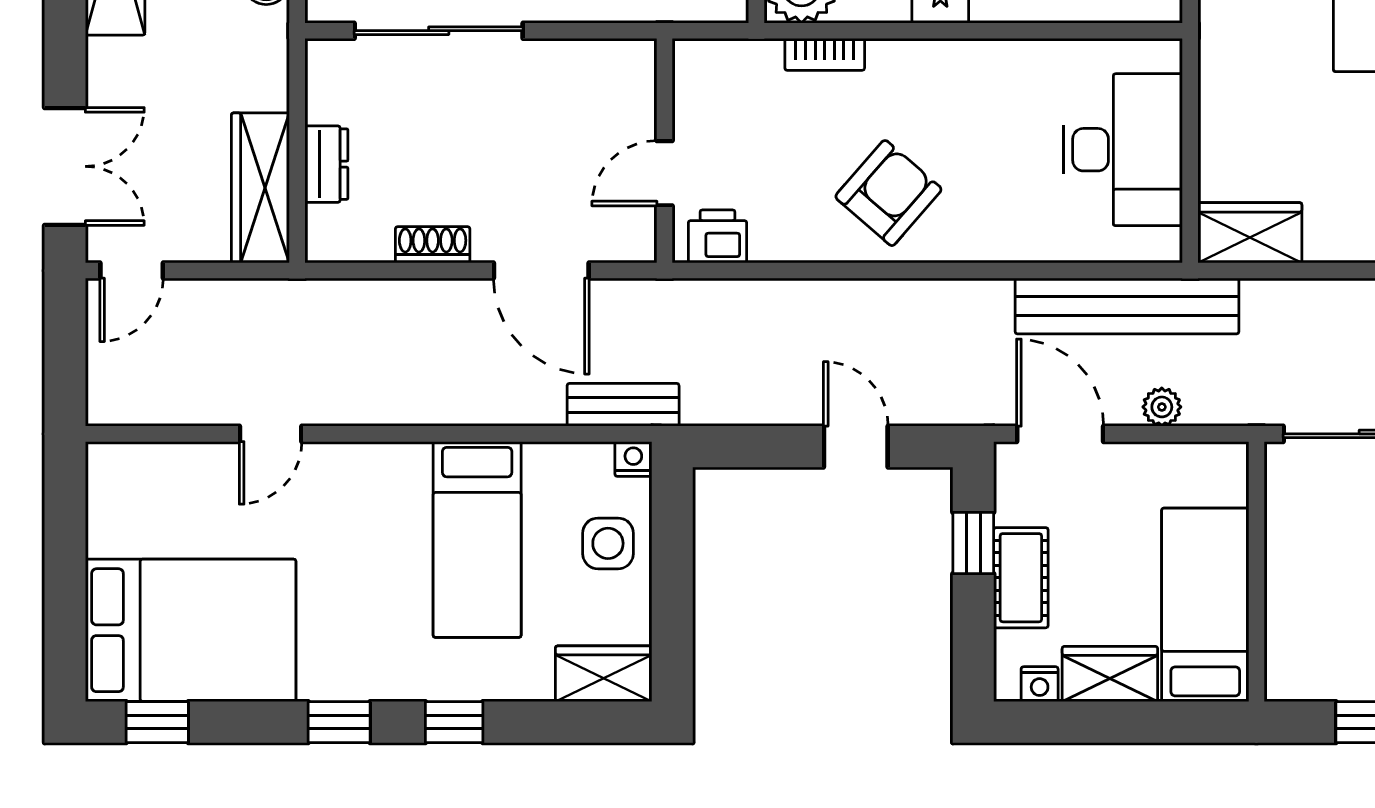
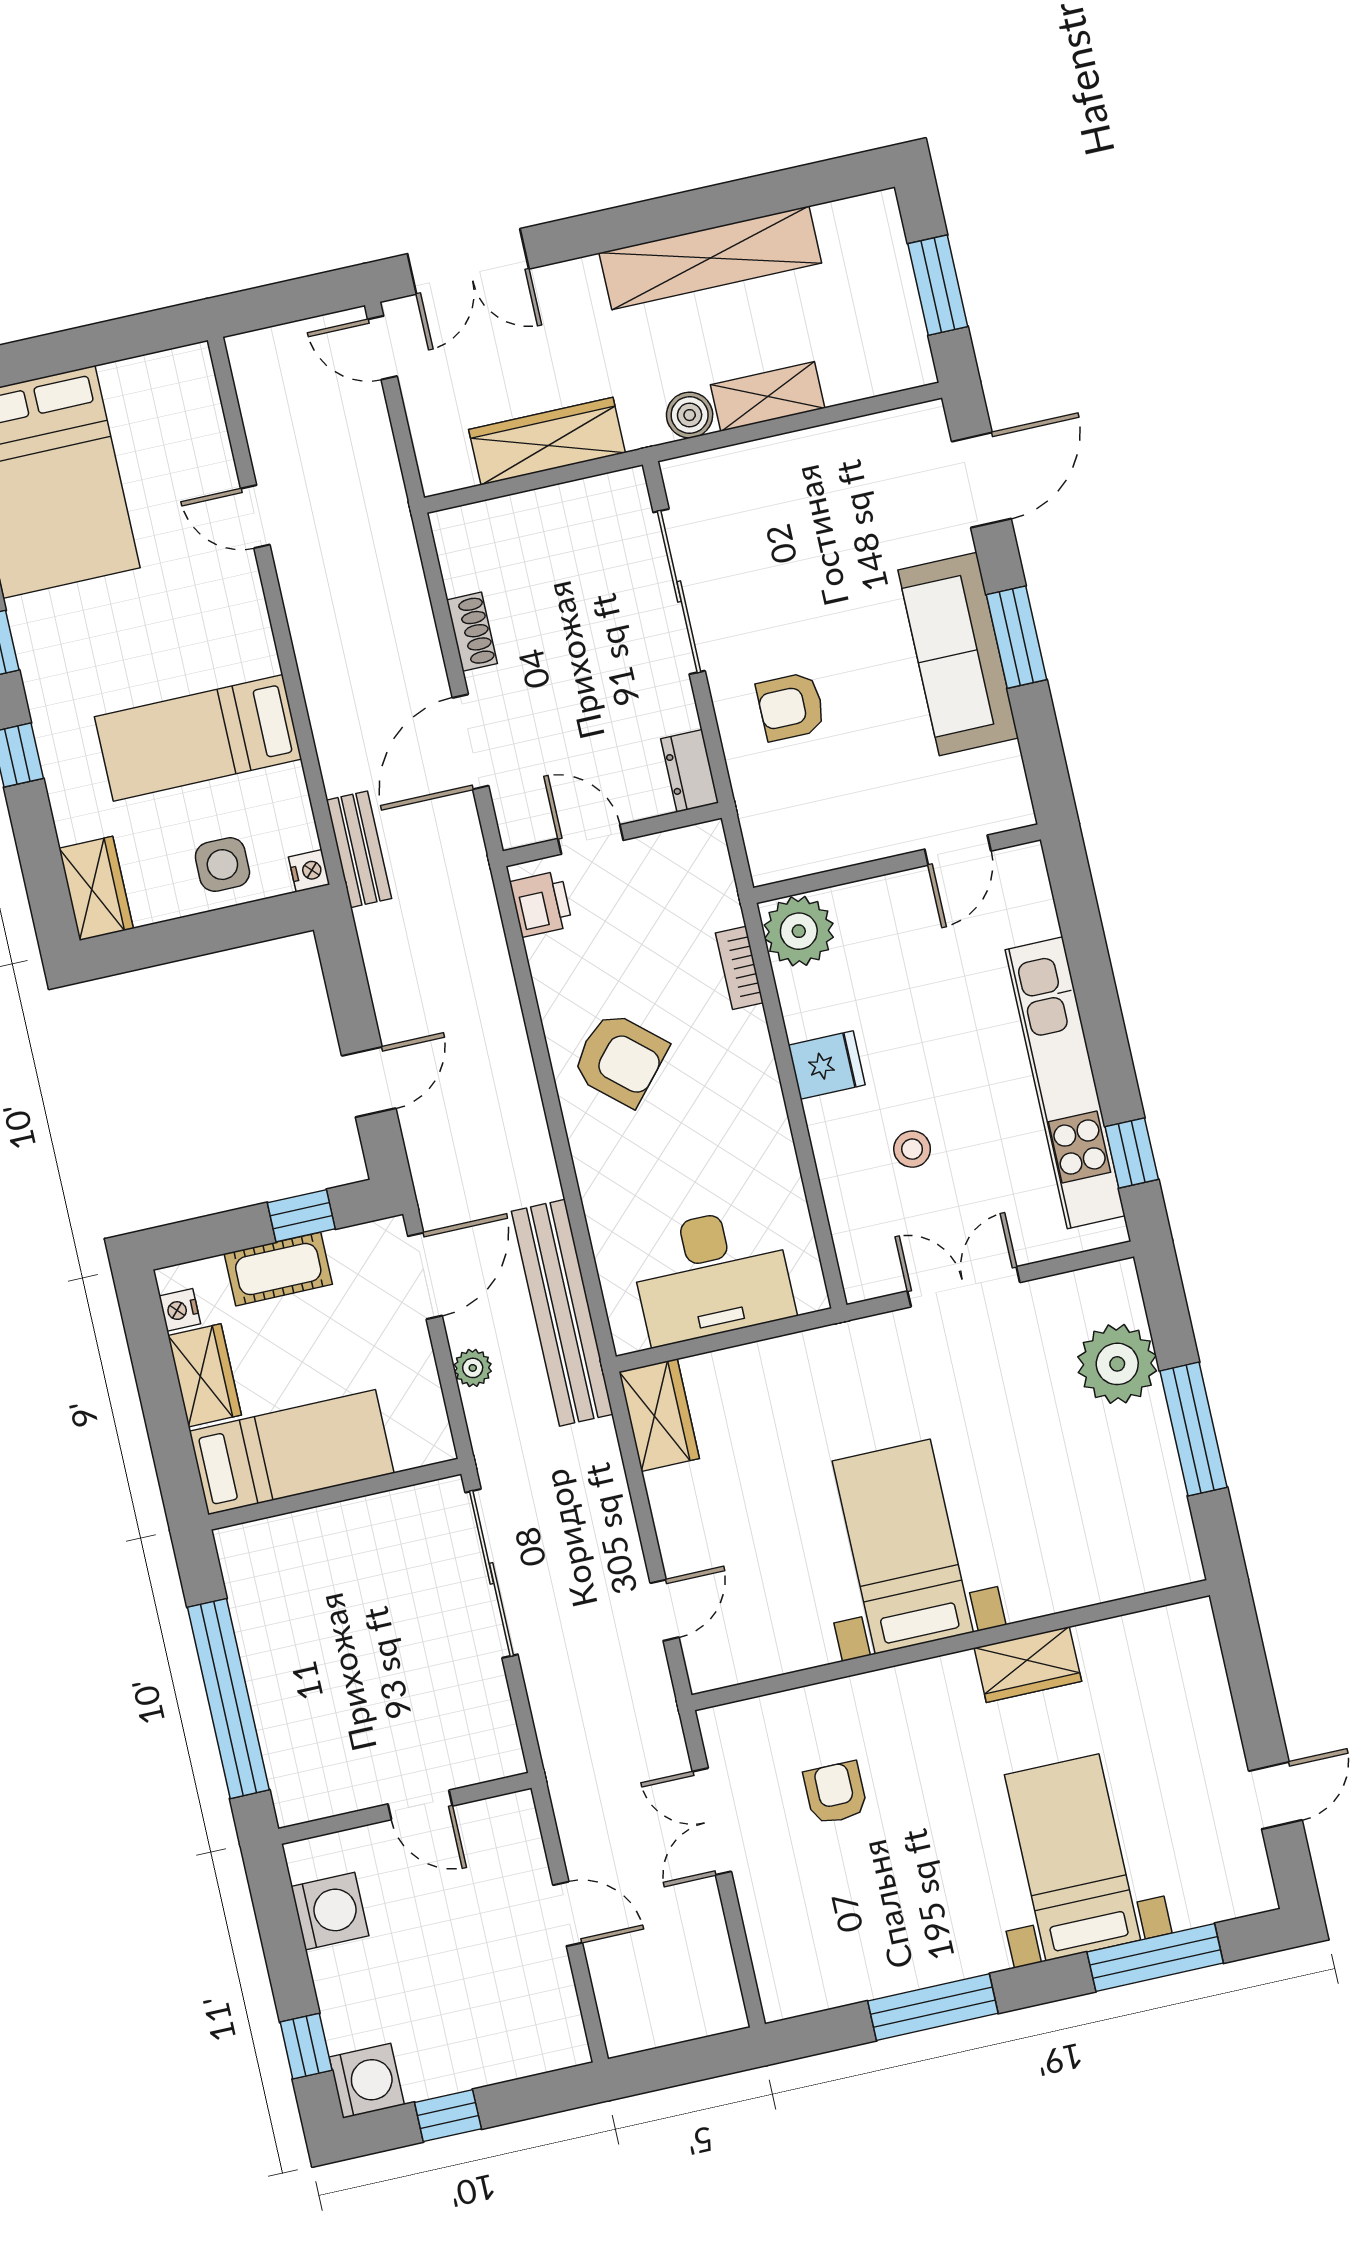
dresser: (326, 164) -> (690, 771), moved, turned 90
wardrobe: (260, 188) -> (547, 441), moved

